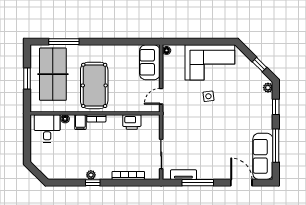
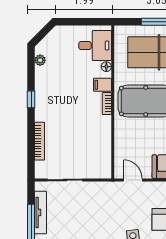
printer: (132, 122) -> (103, 145), removed
plant: (91, 175) -> (40, 60), moved
tv unit: (183, 175) -> (41, 212), width x1.41

